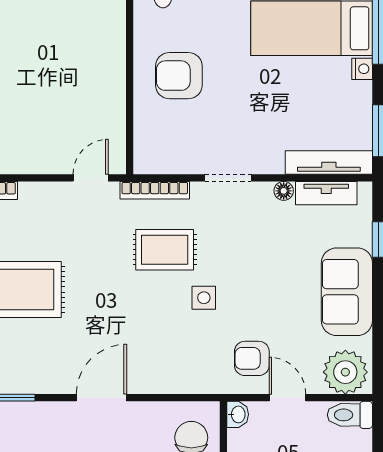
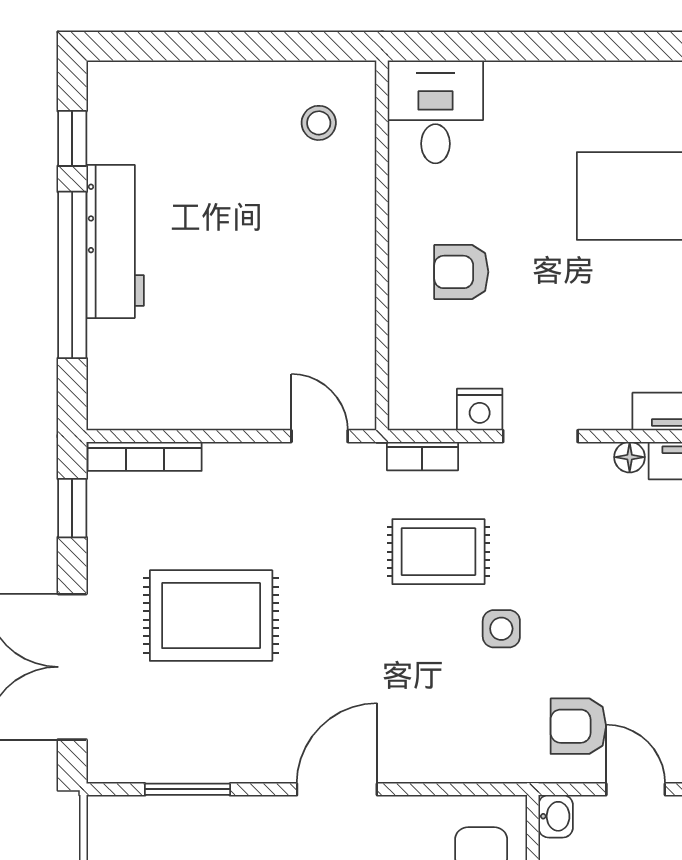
armchair: (179, 76) -> (461, 272), width x0.72, depth x0.72
nightstand: (190, 161) -> (480, 410), added
door: (91, 178) -> (320, 436), hinge flipped
bookcase: (155, 190) -> (422, 456), width x0.64

